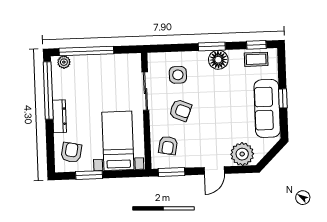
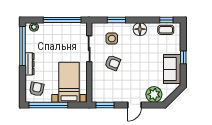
window: (212, 46) -> (116, 20), moved
window: (86, 51) -> (62, 20), moved
sofa: (267, 108) -> (172, 69), width x0.73
armchair: (168, 145) -> (103, 87), removed
window: (89, 175) -> (48, 105), width x2.11

